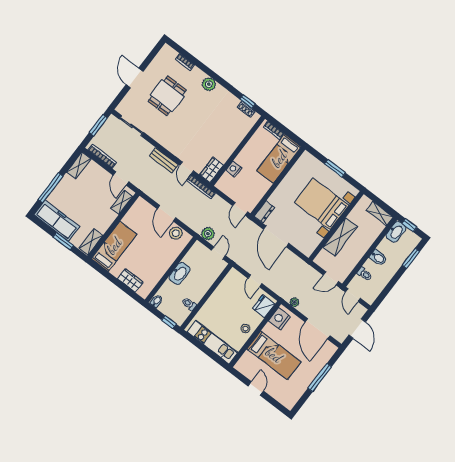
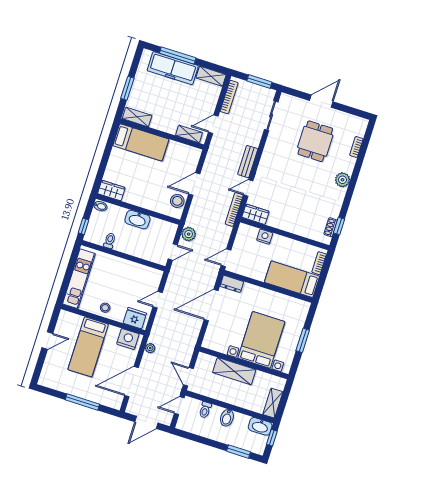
dining table: (167, 96) -> (315, 141), turned 90
freezer: (57, 221) -> (173, 68), moved, turned 90
wardrobe: (130, 281) -> (111, 191), moved, turned -90

